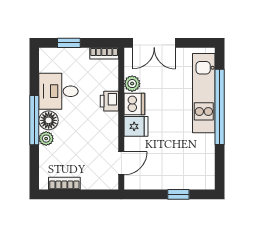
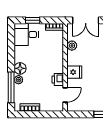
desk: (59, 91) -> (26, 35), moved
printer: (109, 101) -> (58, 79), moved
dishwasher: (134, 104) -> (73, 58), removed
window: (34, 120) -> (11, 87), moved

